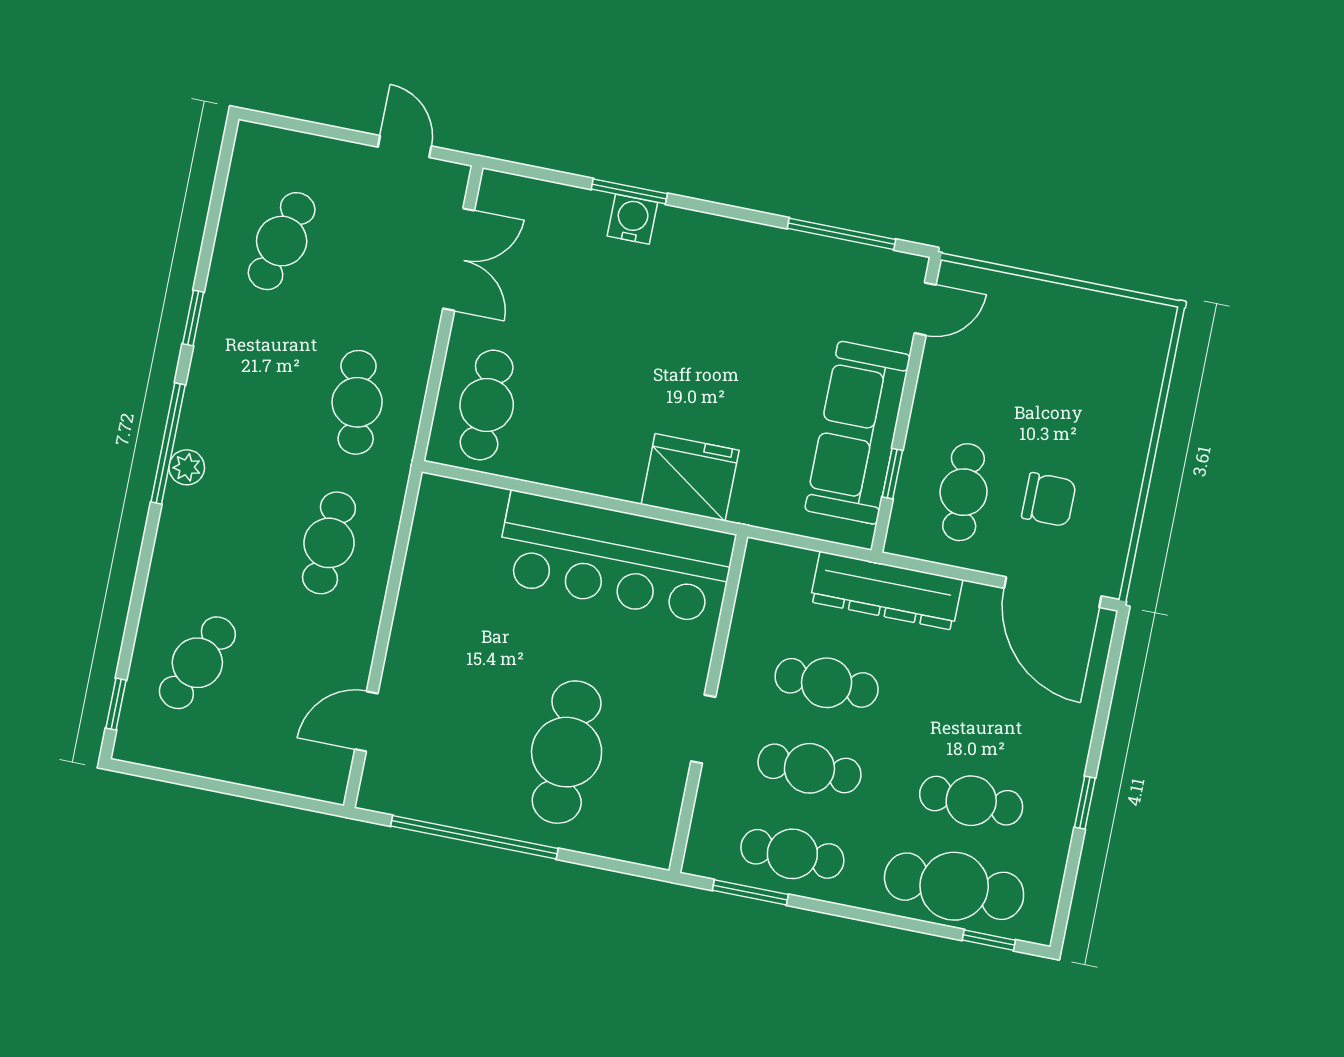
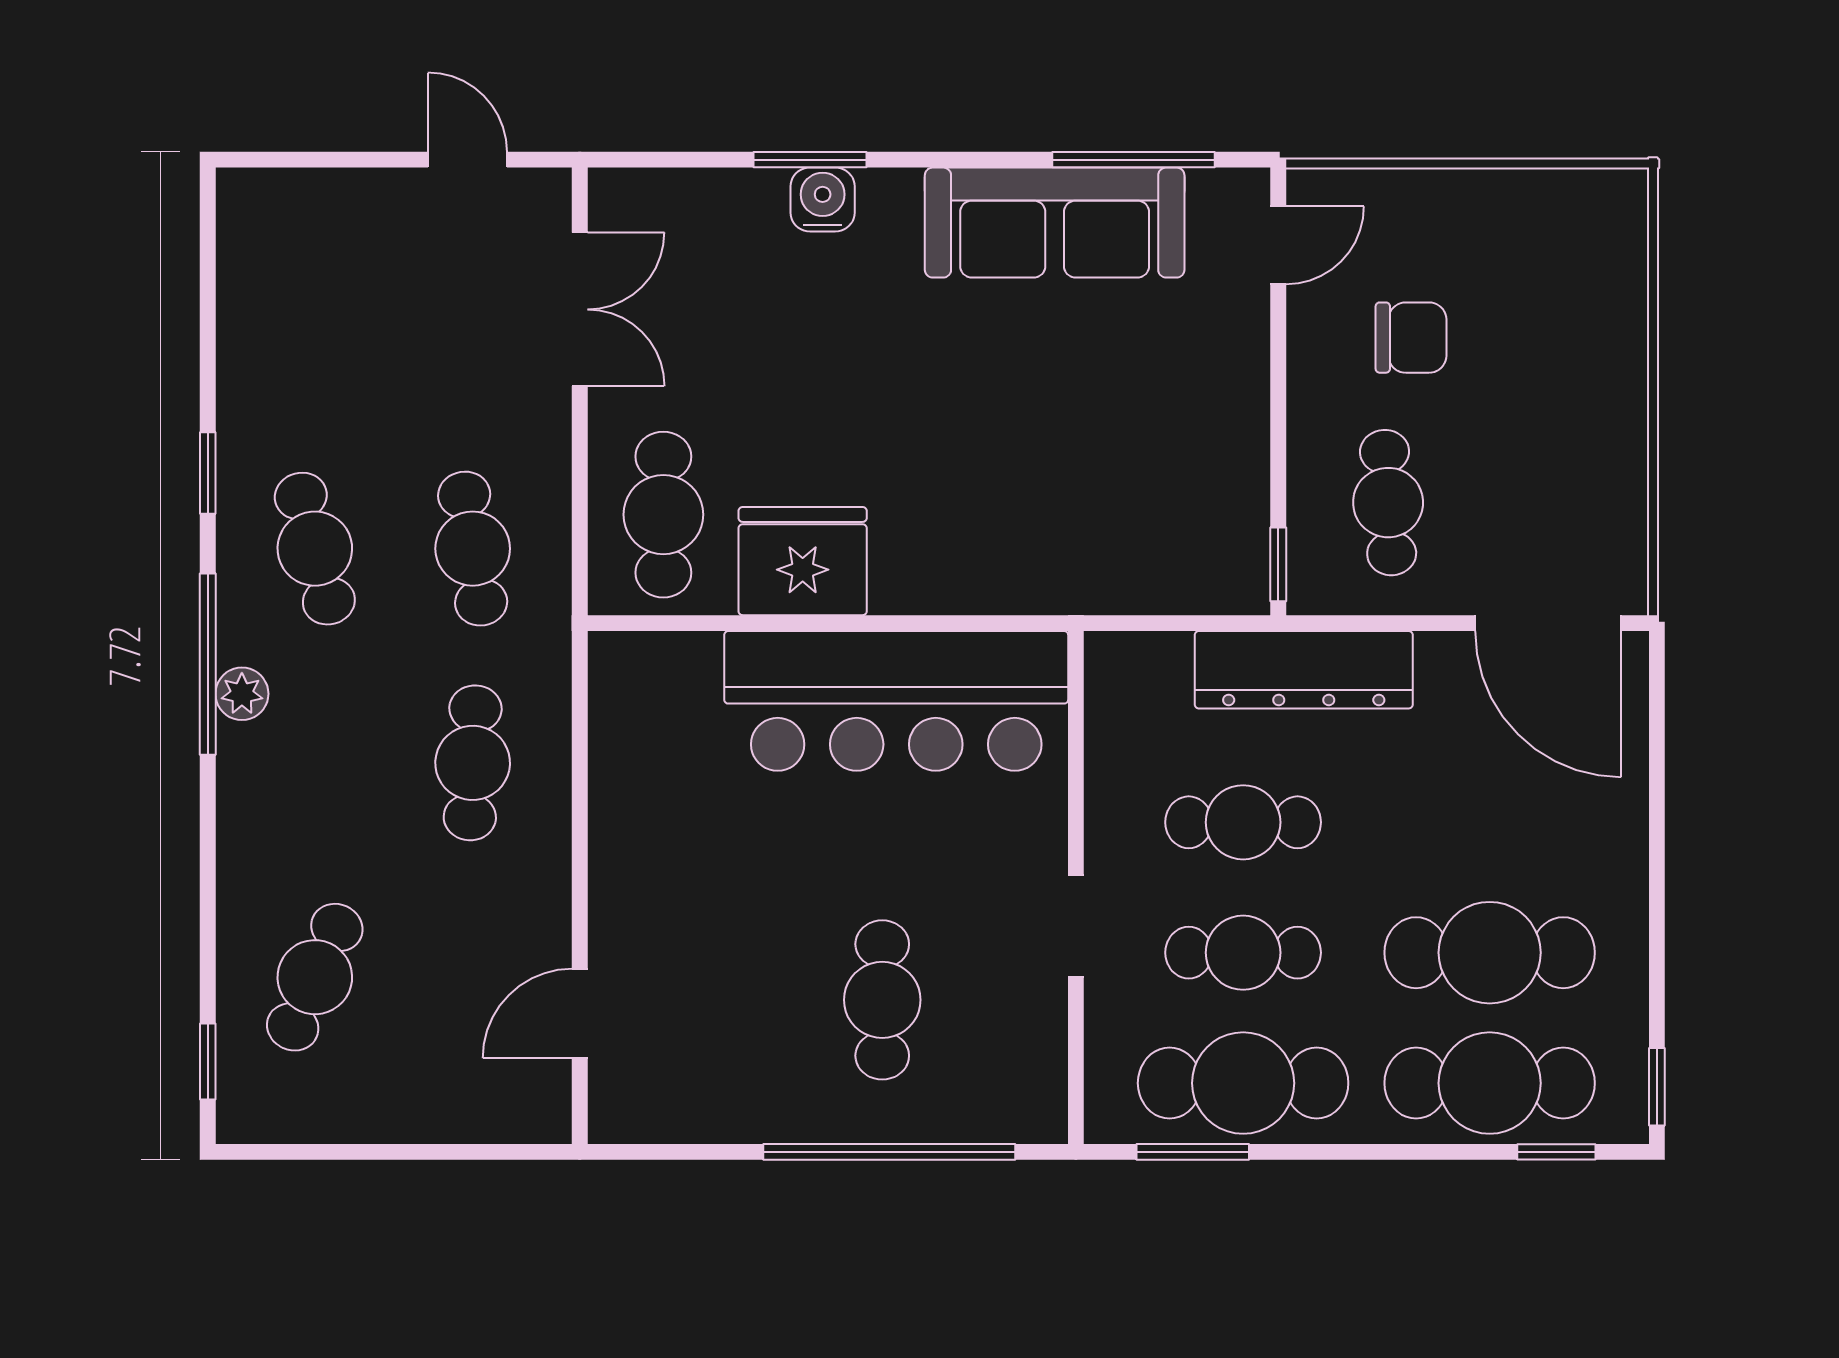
cafe table: (282, 241) -> (315, 549), moved, turned -30
sofa: (858, 433) -> (1055, 223), moved, turned -90
window: (892, 474) -> (1278, 564), moved
fridge: (690, 477) -> (803, 561), moved
chair: (1049, 500) -> (1411, 338), moved
cafe table: (567, 752) -> (882, 1000), width x0.73, depth x0.74
cafe table: (971, 801) -> (1490, 953), width x1.37, depth x1.35
window: (1085, 803) -> (1657, 1087), moved
window: (474, 837) -> (889, 1152), moved
cafe table: (792, 854) -> (1243, 1083), width x1.37, depth x1.35

